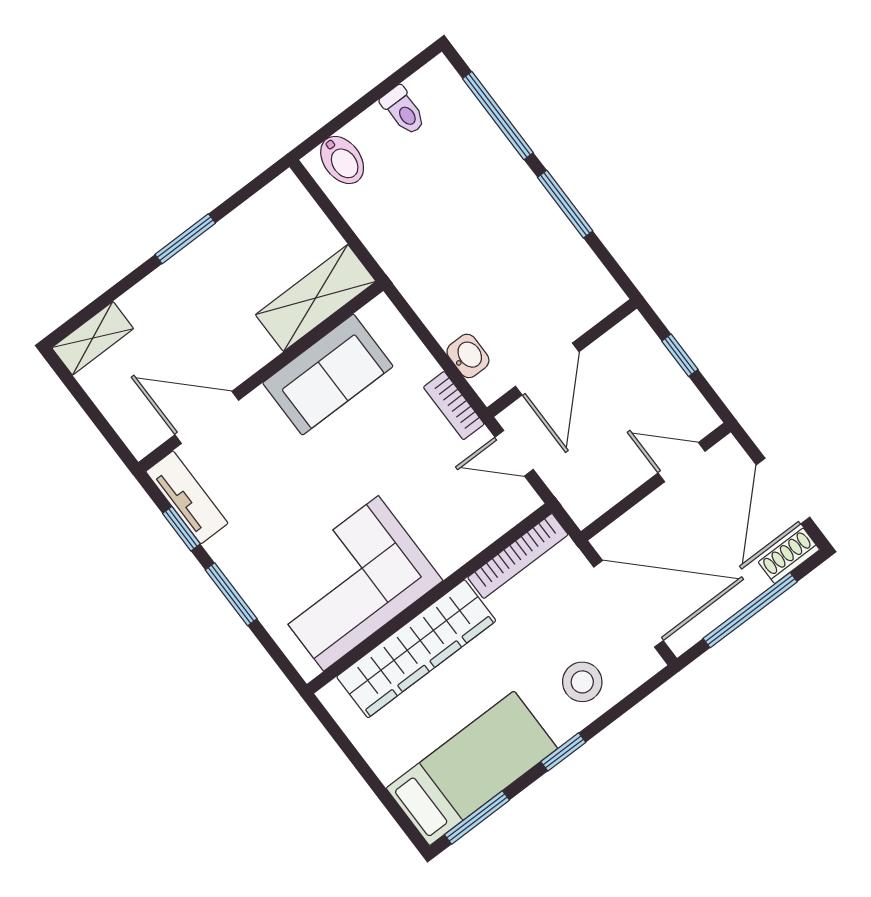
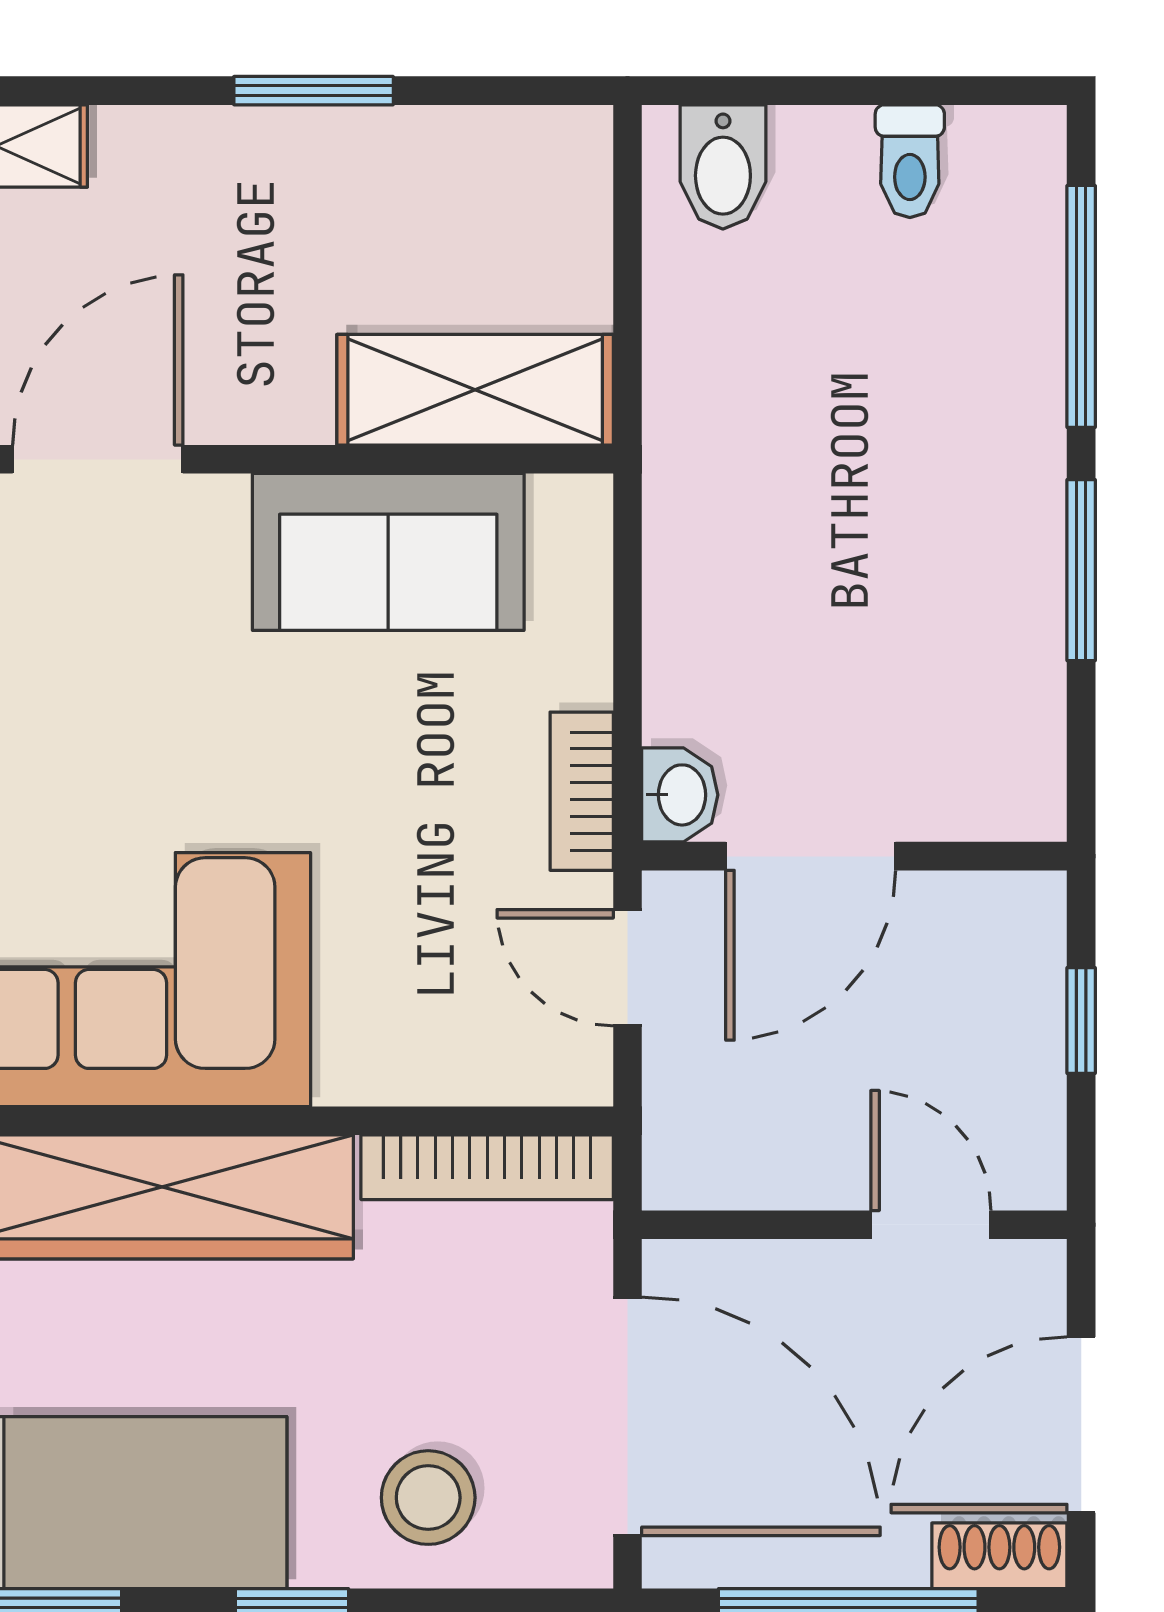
washbasin: (468, 356) -> (680, 795), moved
door: (207, 417) -> (98, 459), hinge flipped

